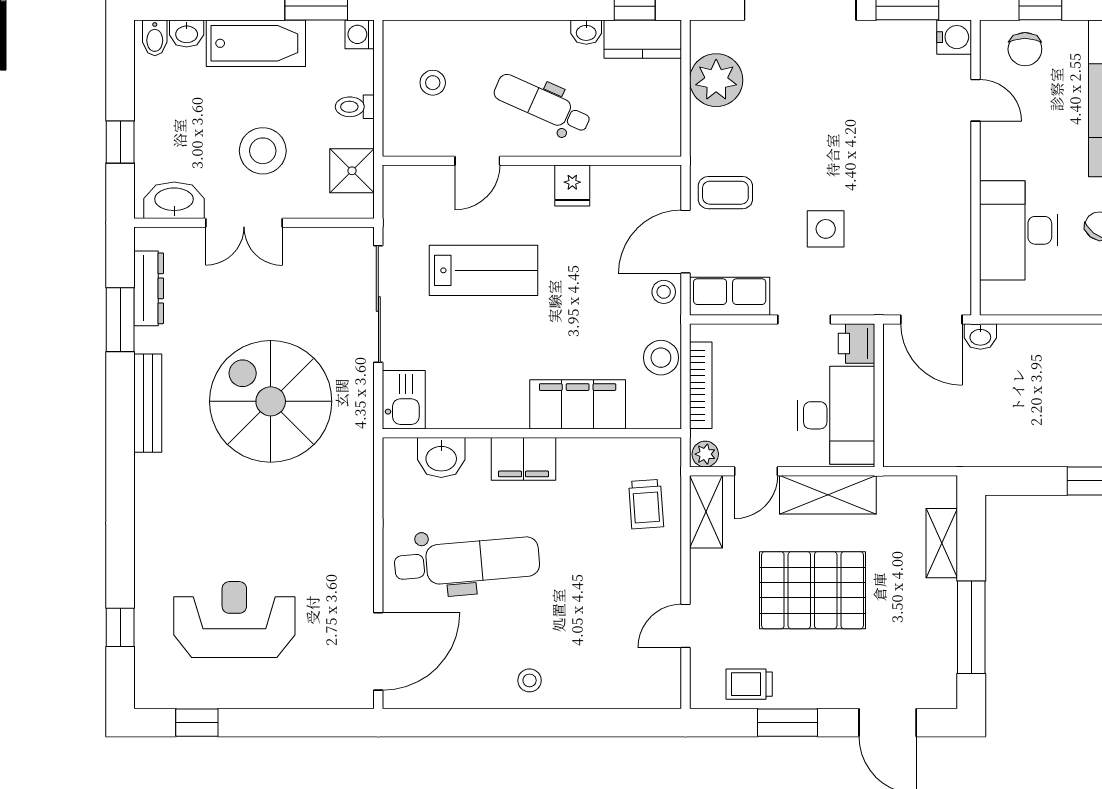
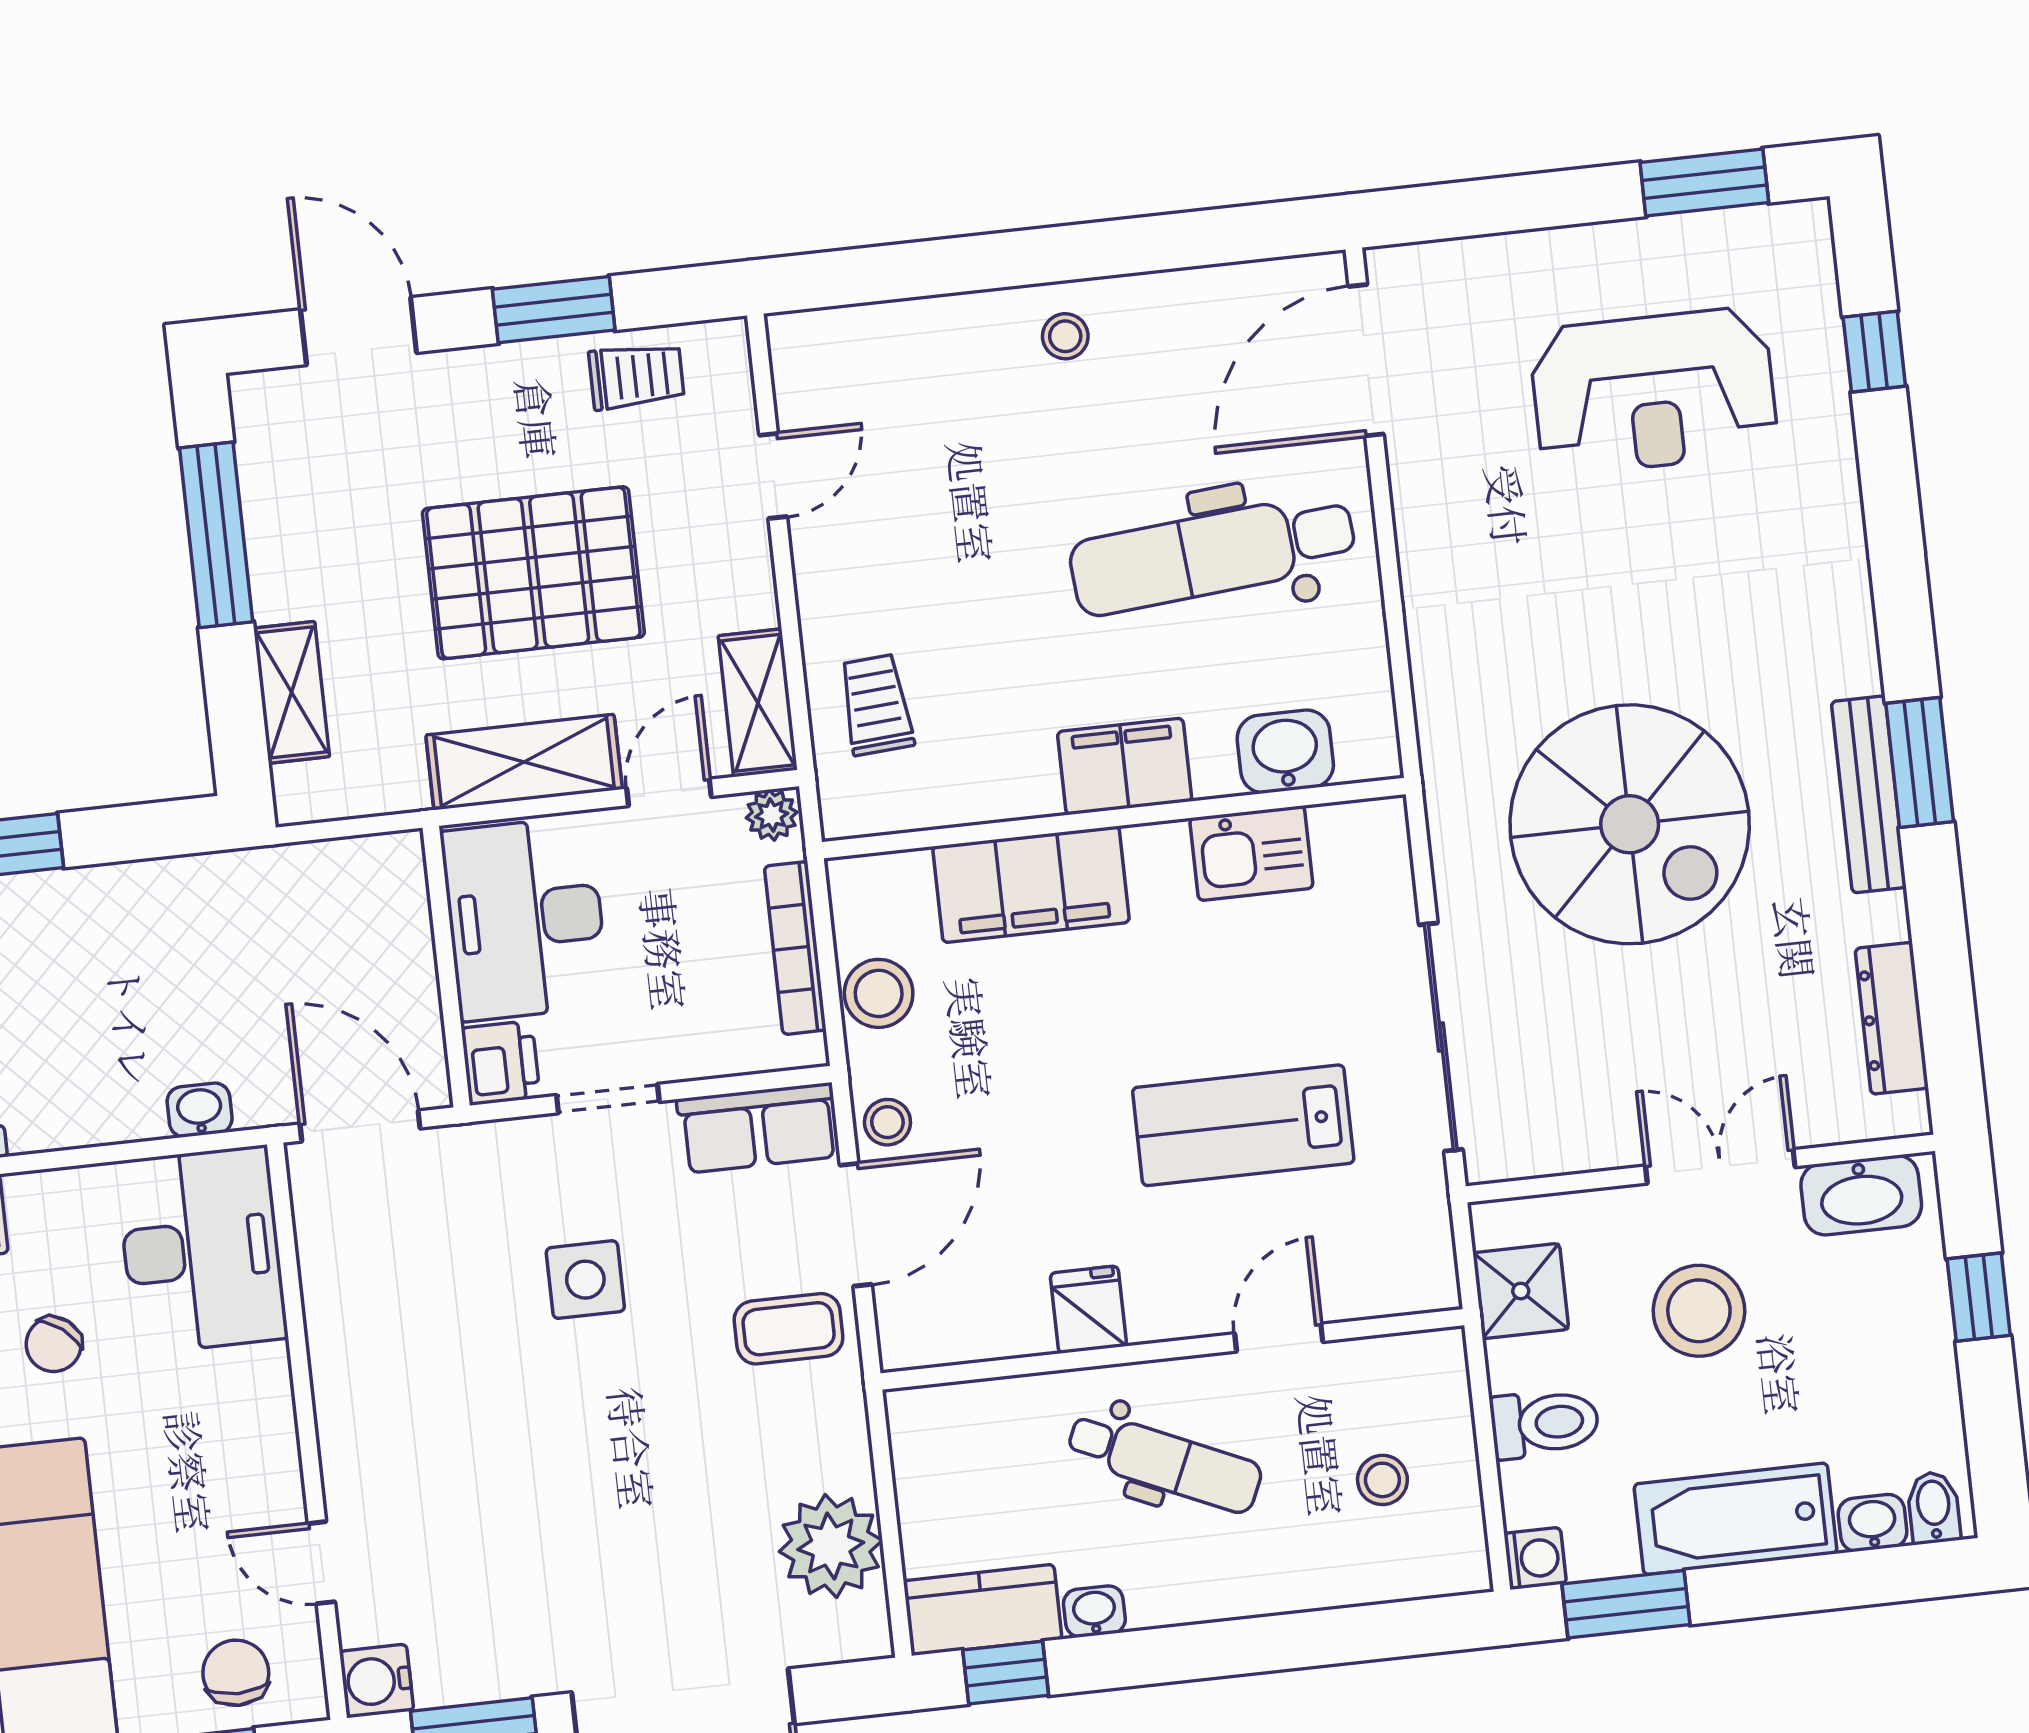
toilet: (355, 107) -> (1545, 1423), width x1.37, depth x1.39
desk: (1019, 230) -> (202, 1250), moved
window: (120, 320) -> (1920, 762), moved
washbasin: (980, 337) -> (200, 1110), moved
kitchen sink: (404, 400) -> (1251, 853), moved, turned -90
window: (197, 723) -> (1704, 183), width x1.50

